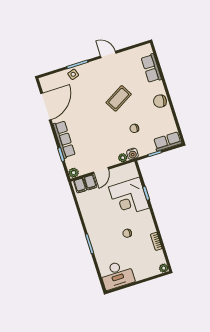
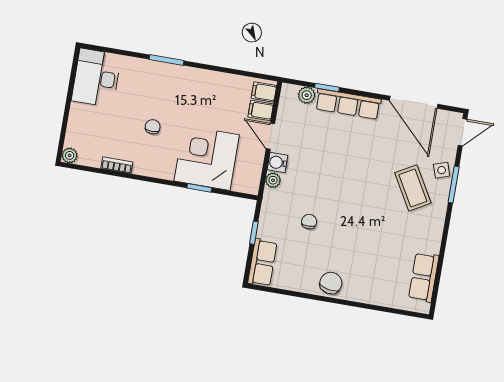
door: (108, 55) -> (463, 132), moved
row of seats: (151, 68) -> (424, 277), moved, turned -90
coffee table: (119, 98) -> (413, 188), moved
water cooler: (132, 154) -> (277, 163), moved
plant: (74, 173) -> (307, 95), moved

